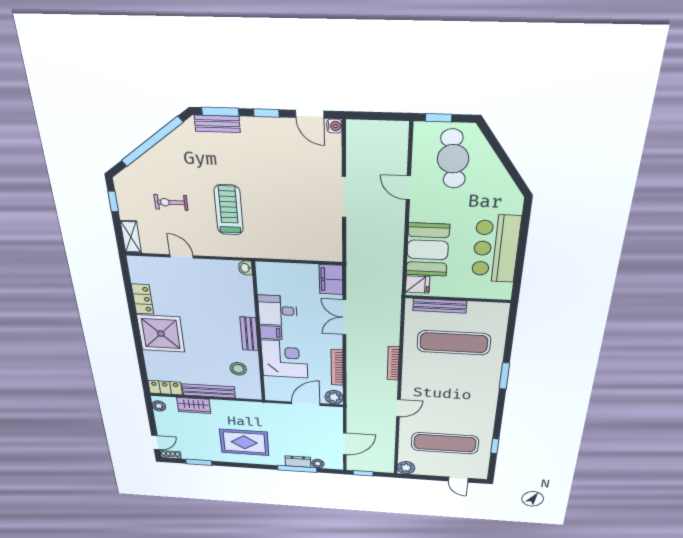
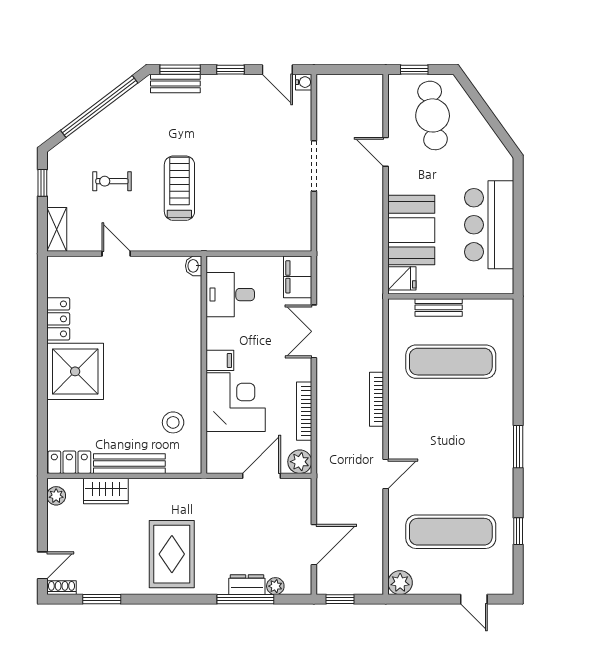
bench: (440, 306) -> (439, 307), width x0.73
desk: (278, 311) -> (230, 295), moved
bench: (249, 334) -> (192, 364), removed
window: (504, 376) -> (518, 447), moved
rug: (244, 442) -> (172, 554), turned 90

